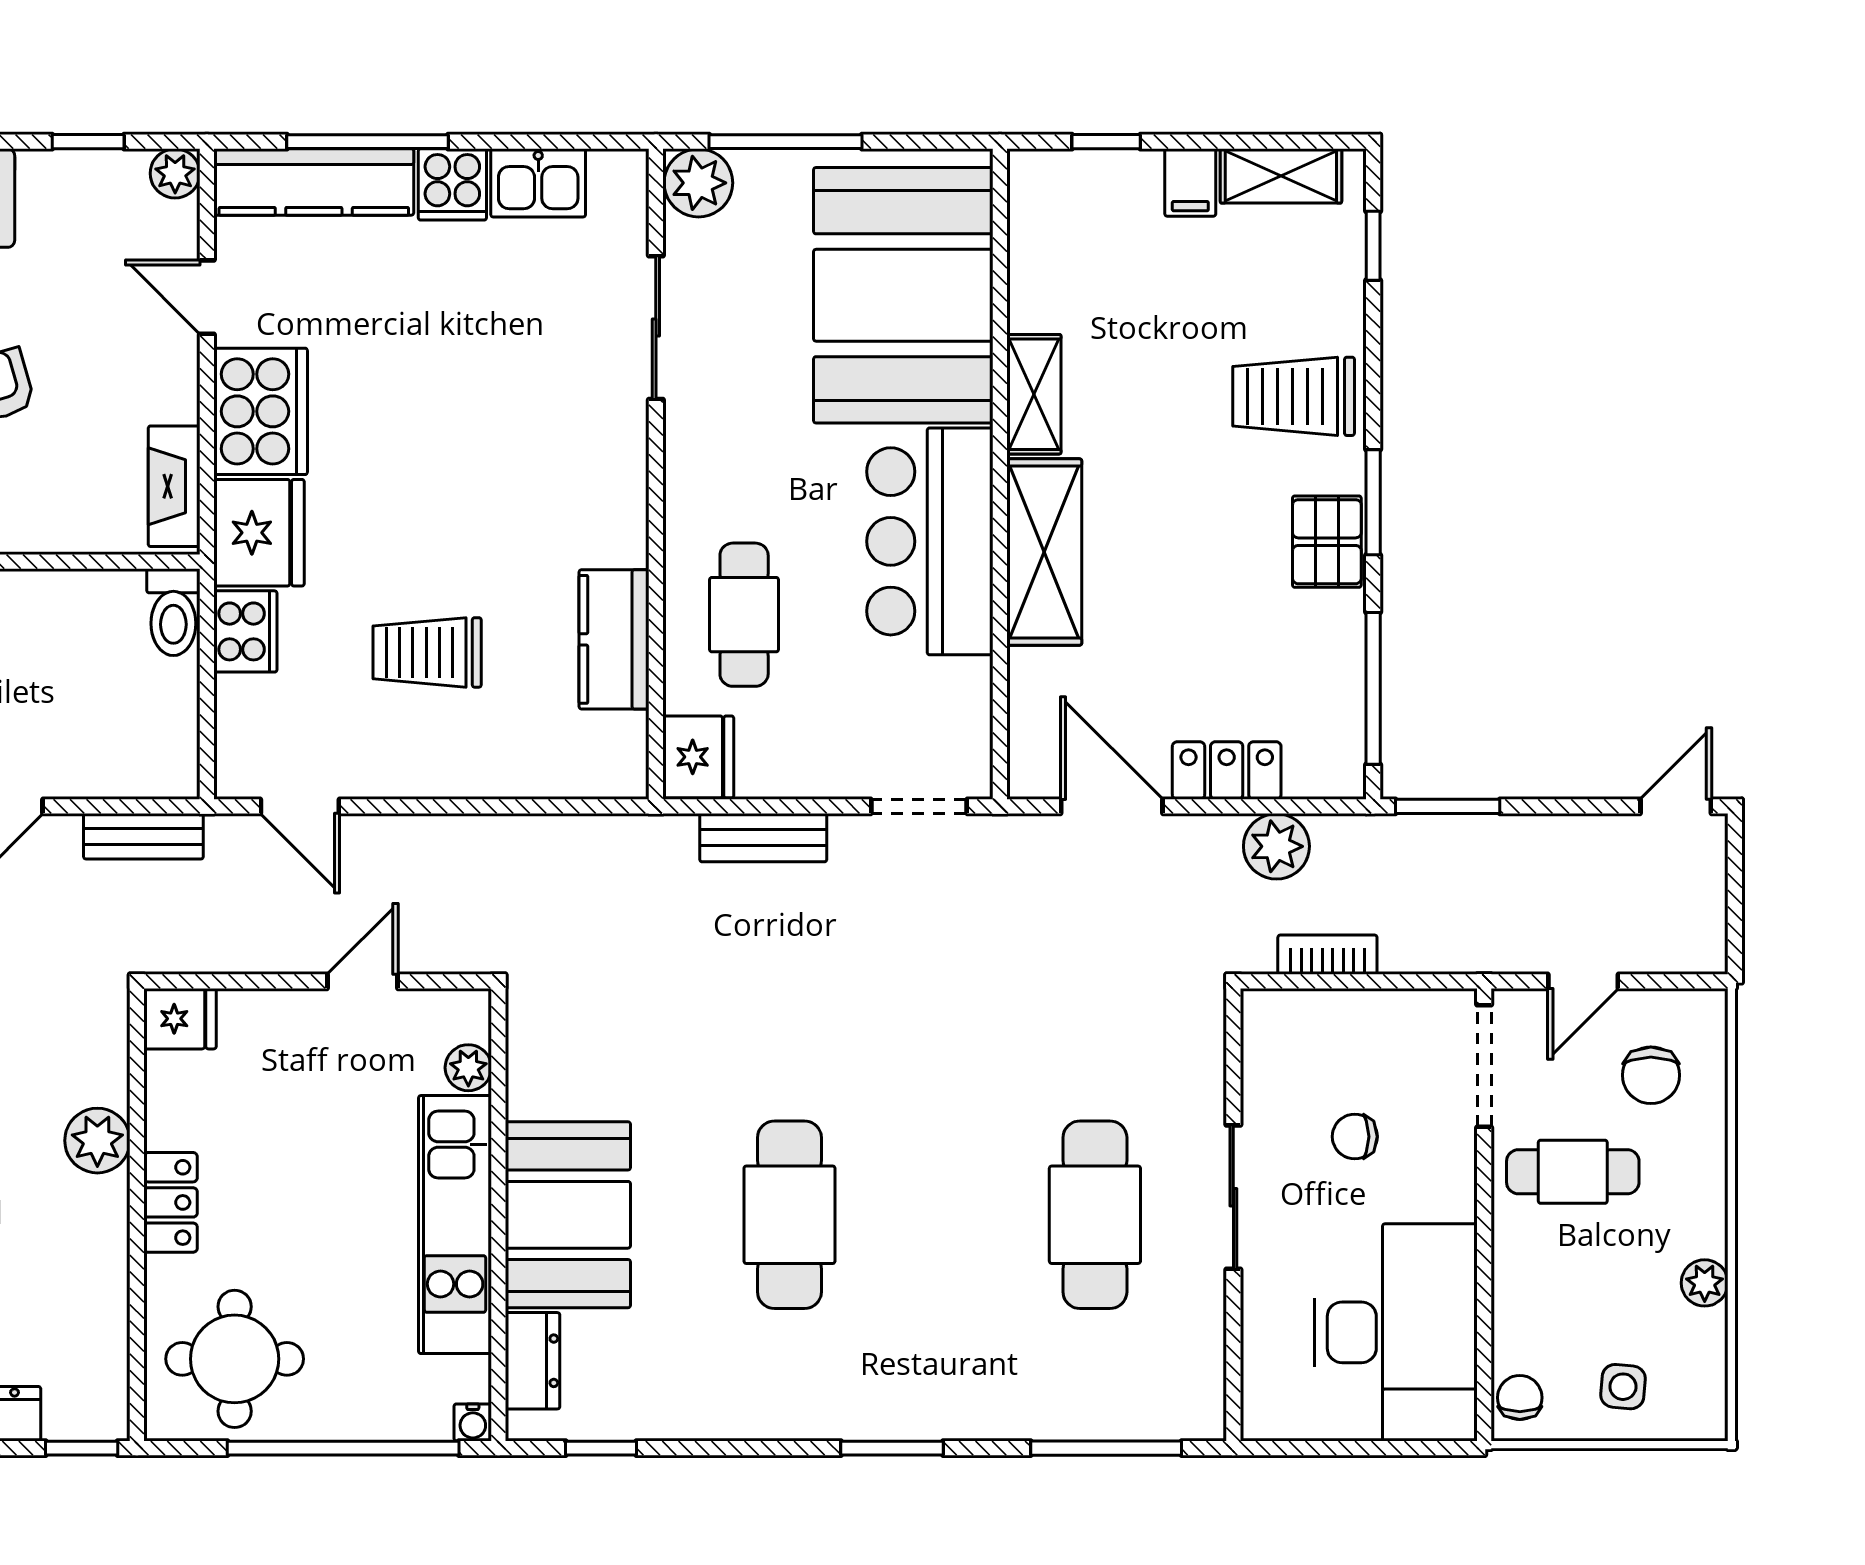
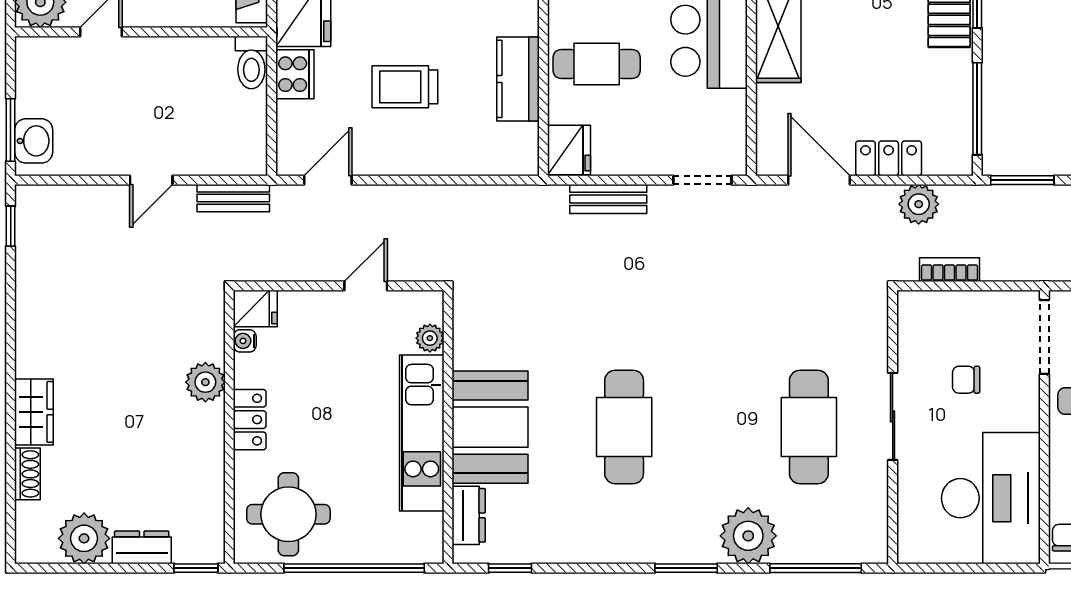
cafe table: (744, 615) -> (597, 64), turned 90
door: (300, 806) -> (328, 180), swing flipped
plant: (995, 1395) -> (748, 536), added
water cooler: (473, 1422) -> (245, 341), moved, turned 90

